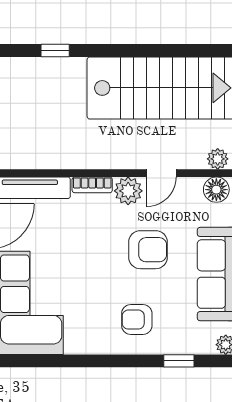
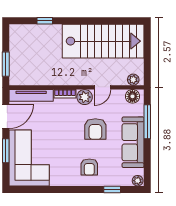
armchair: (148, 250) -> (95, 129), turned 90
armchair: (137, 320) -> (89, 167), turned -90

